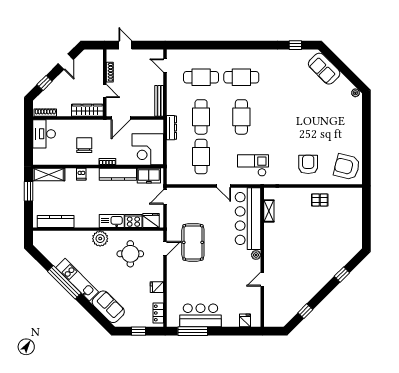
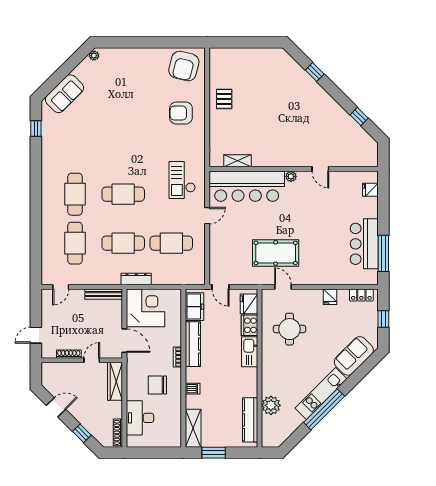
desk: (44, 134) -> (140, 418), moved, turned 90
corner desk: (148, 149) -> (145, 308), moved, turned -90
plant: (100, 239) -> (271, 405), moved

